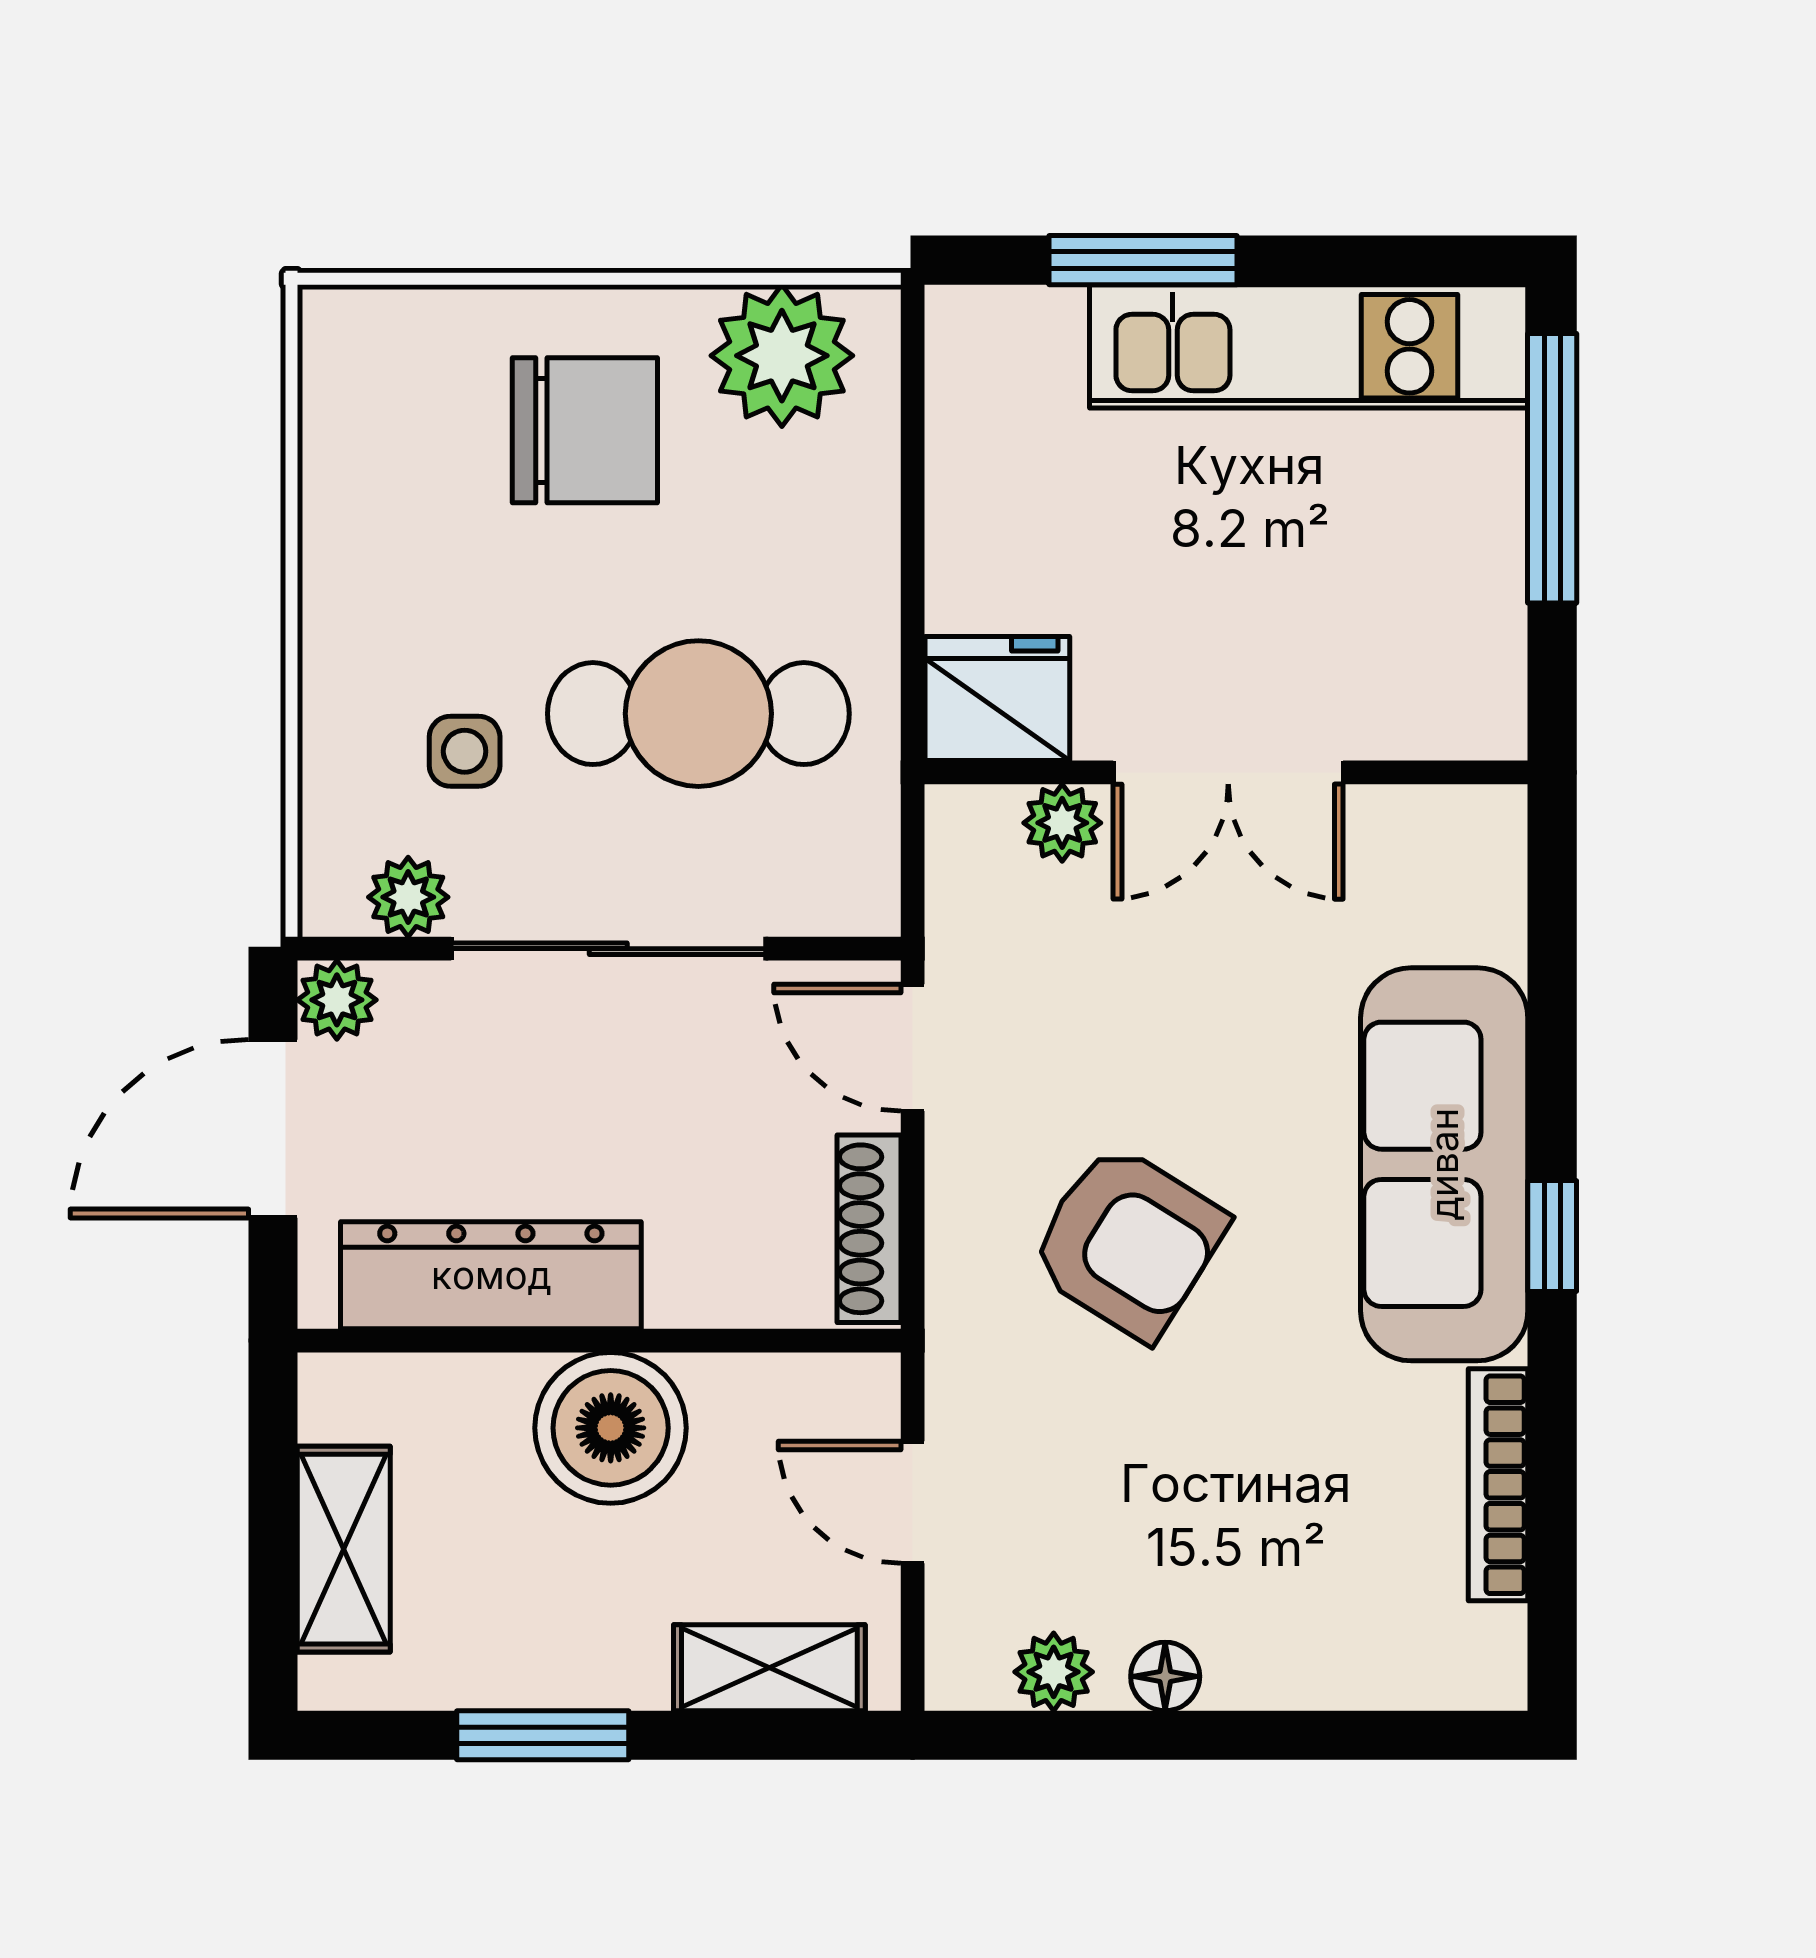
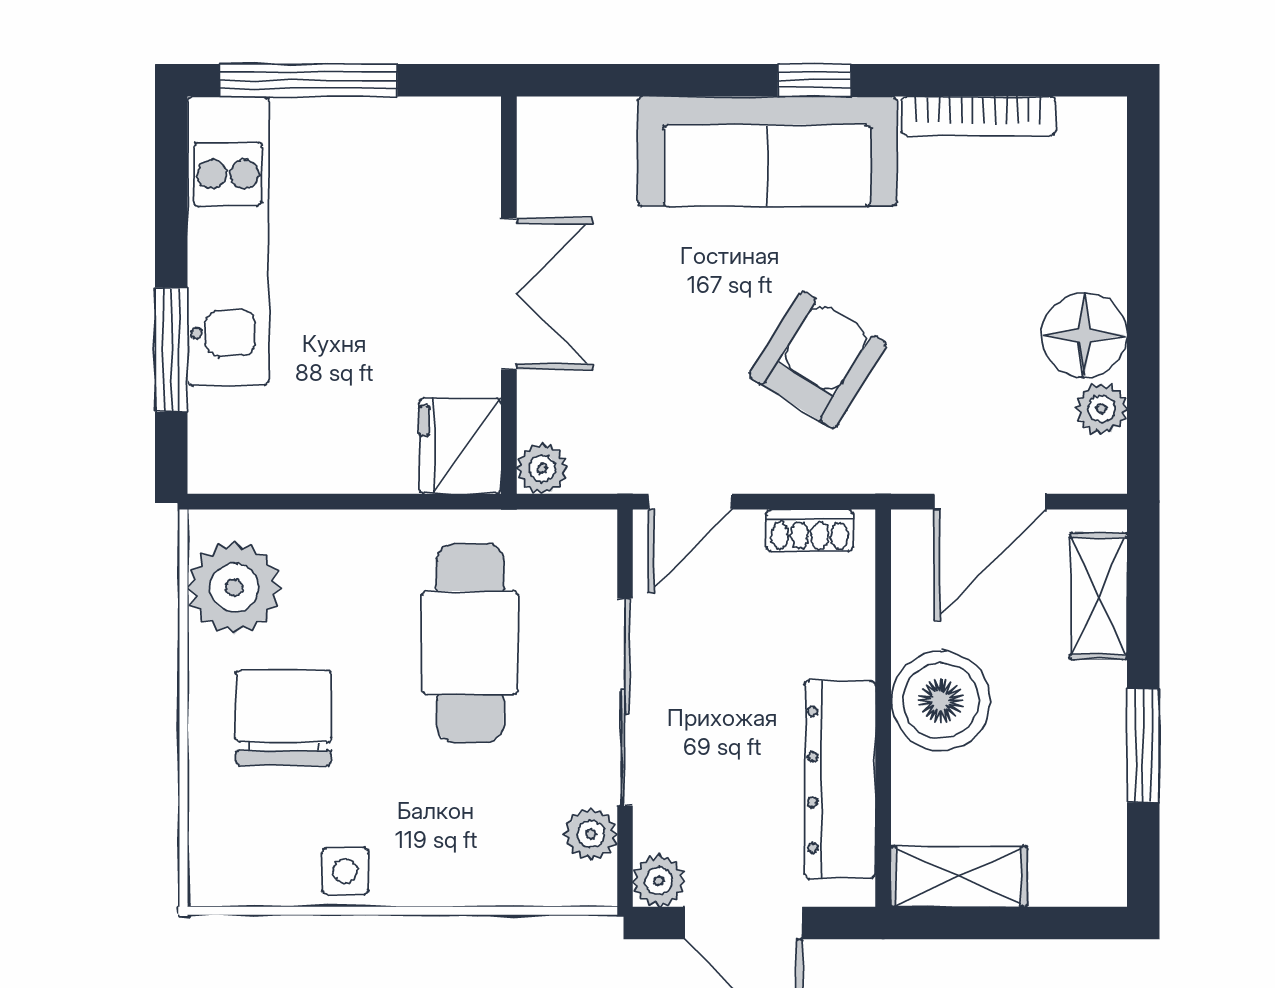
side table: (465, 751) -> (345, 871), moved
plant: (1062, 823) -> (542, 468), moved
shoe rack: (869, 1229) -> (810, 530), width x0.70
door: (913, 1502) -> (990, 502), width x1.38
shelving: (344, 1549) -> (959, 876), moved
floor lamp: (1165, 1676) -> (1084, 335), width x1.89, depth x1.89

